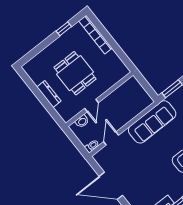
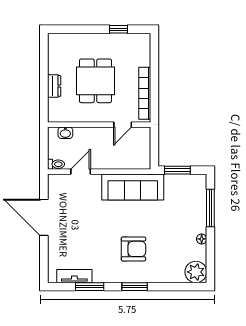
bookcase: (96, 35) -> (145, 93), moved
dresser: (49, 94) -> (54, 86), width x0.70
door: (91, 105) -> (123, 125), moved

